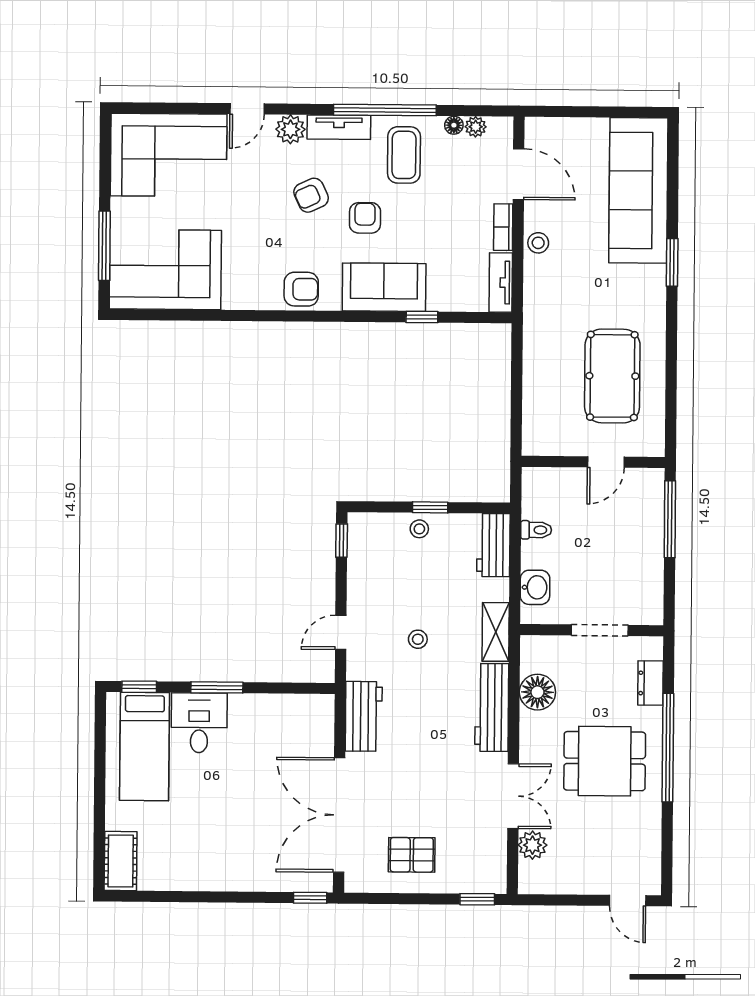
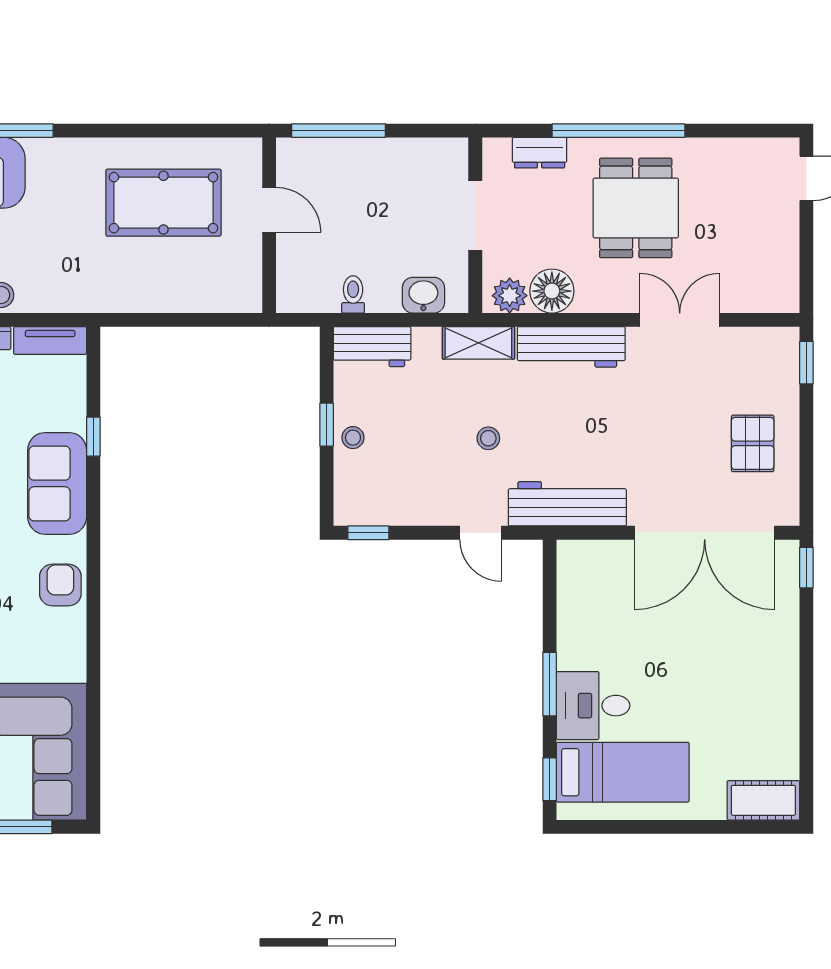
workbench: (364, 716) -> (567, 504), width x1.38
plant: (532, 845) -> (510, 296), moved

